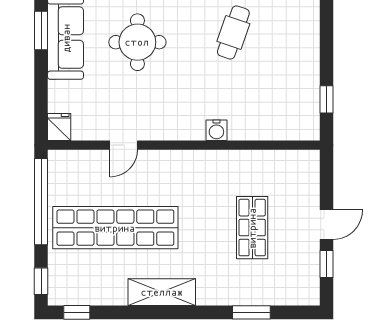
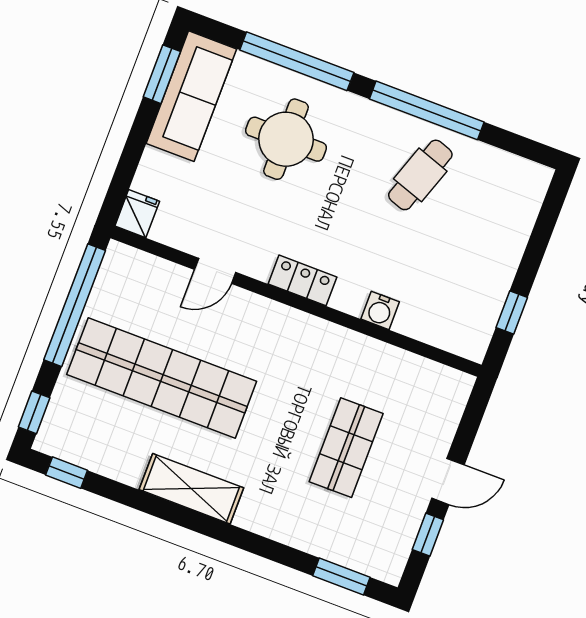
locker: (183, 130) -> (303, 280), added
water cooler: (216, 130) -> (380, 310), moved
window: (251, 312) -> (341, 576), moved

